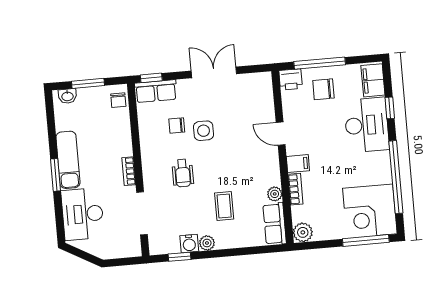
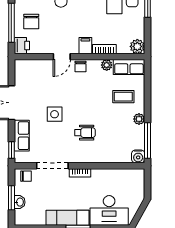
row of seats: (156, 91) -> (22, 136), moved
washbasin: (67, 96) -> (20, 202), moved
chair: (177, 125) -> (81, 66), moved
coffee table: (224, 206) -> (123, 97), moved
doorway: (142, 213) -> (52, 166), moved
water cooler: (189, 243) -> (138, 156), moved, turned 90
window: (179, 257) -> (148, 141), width x2.17

